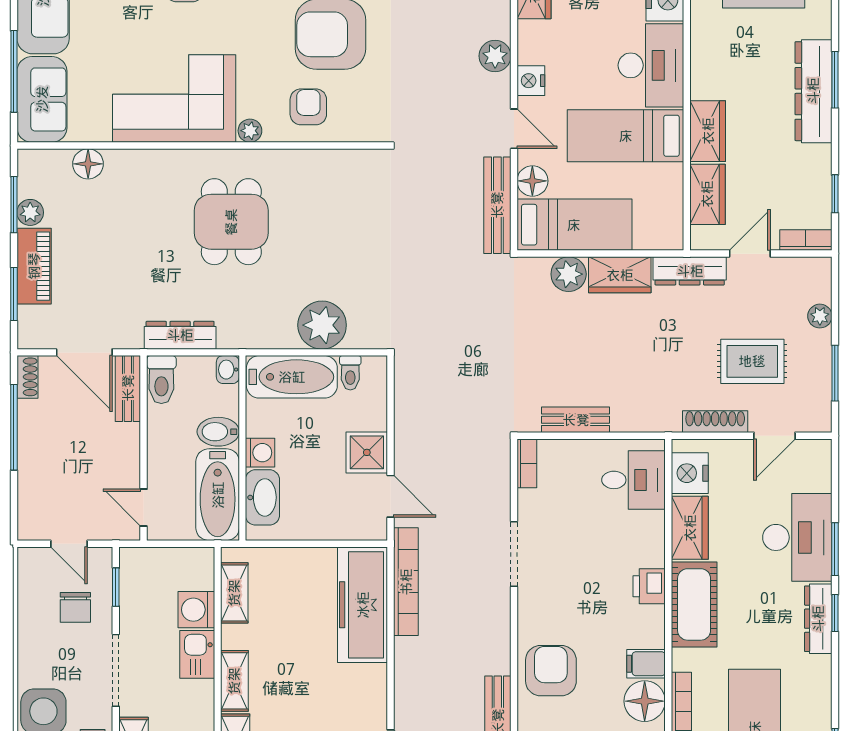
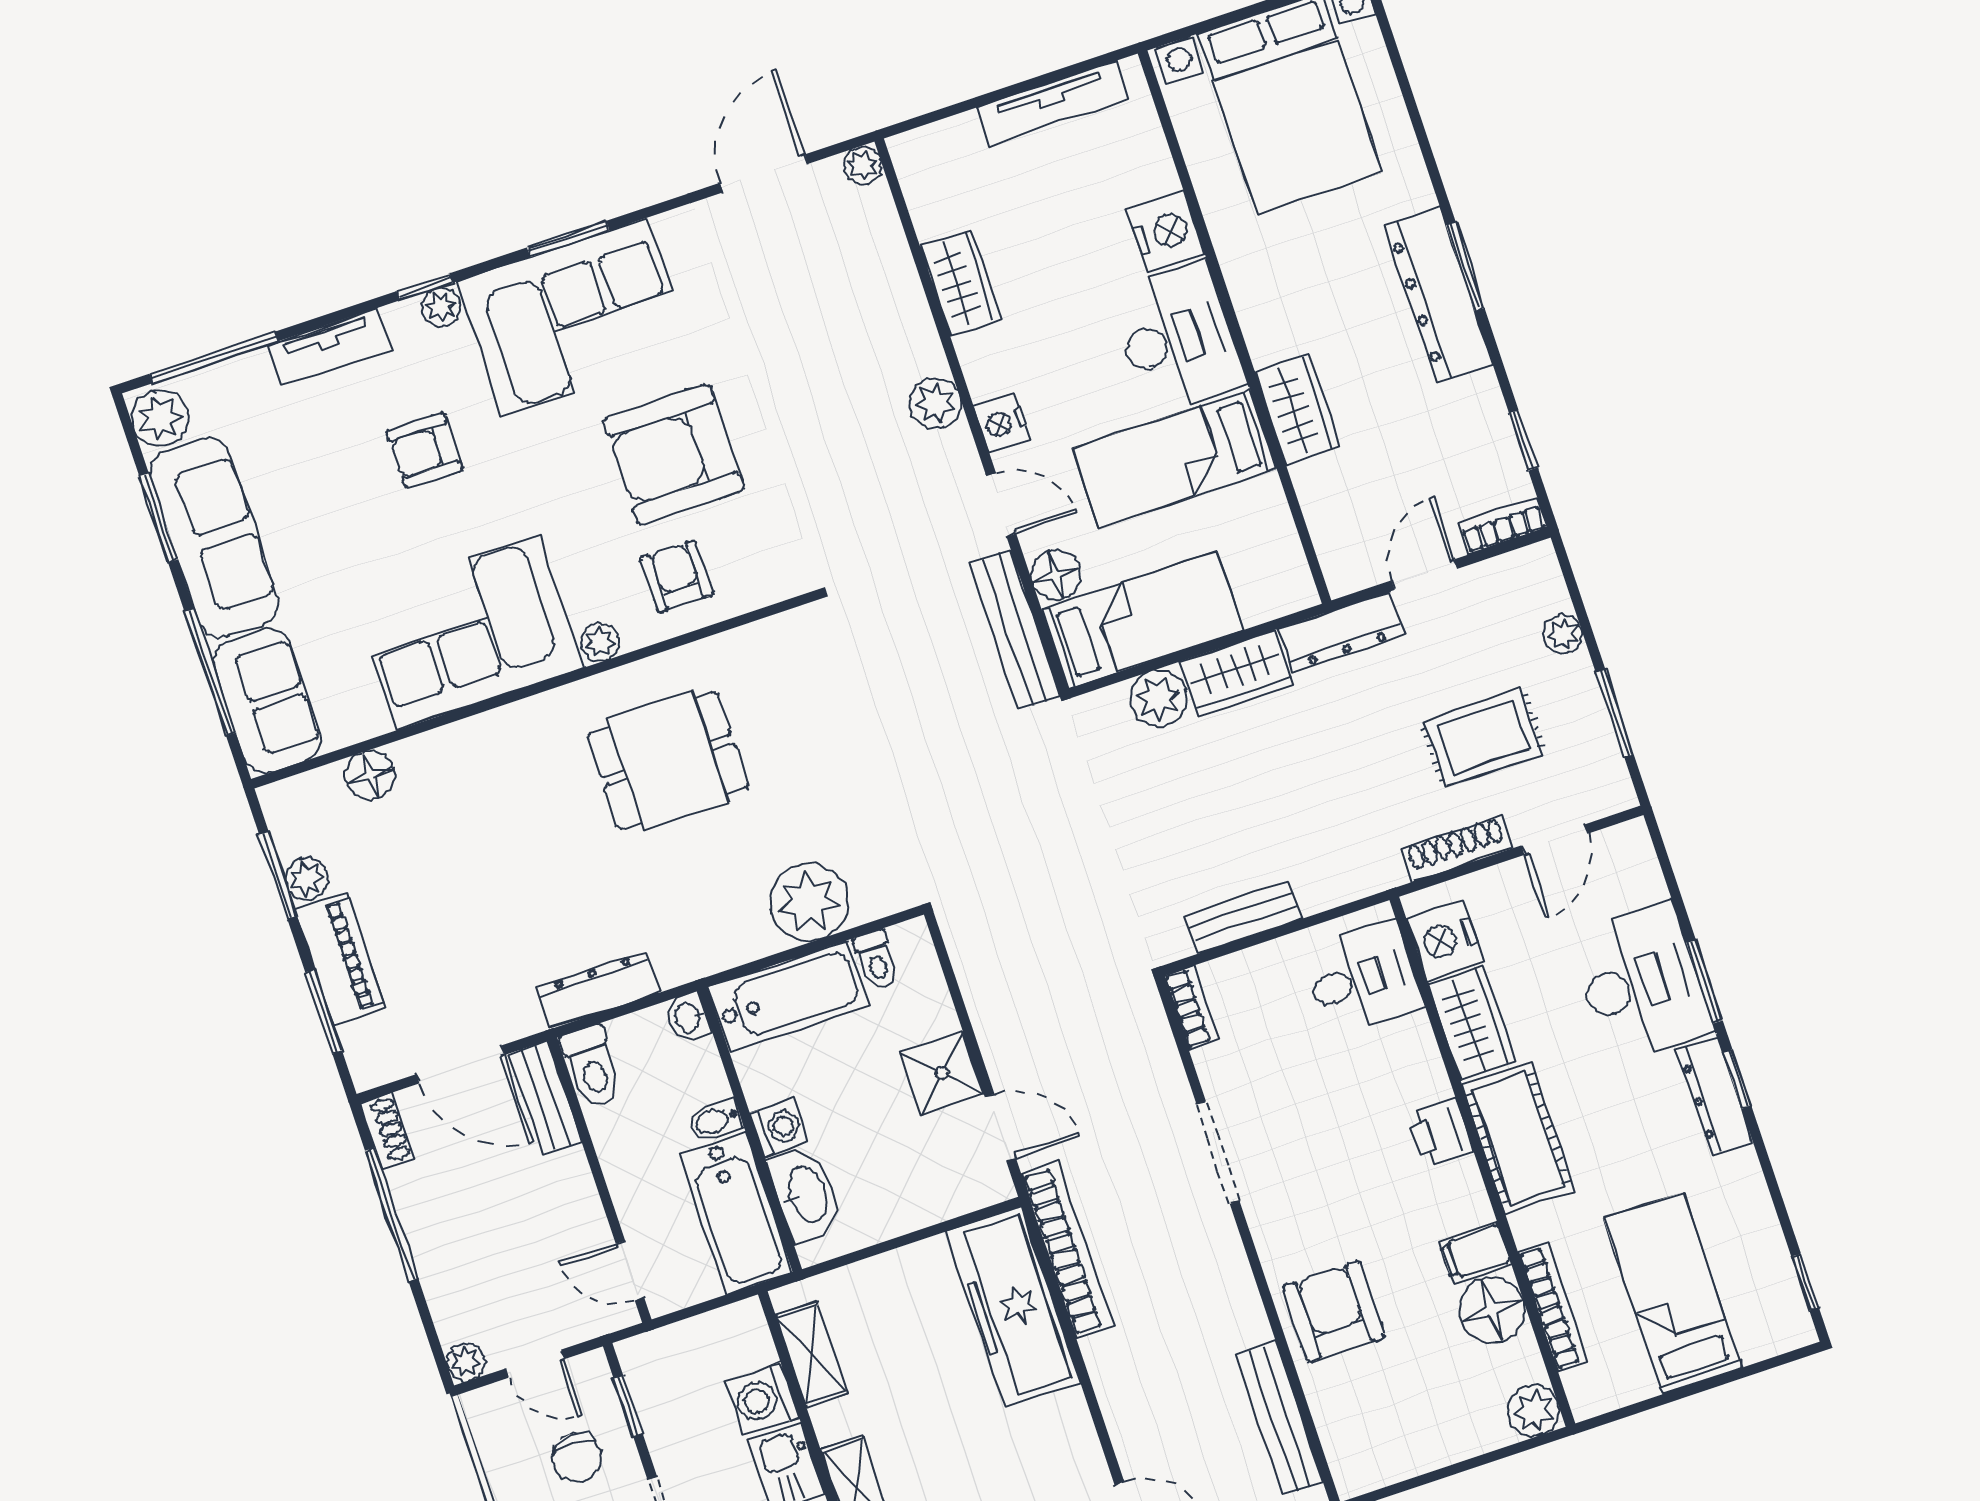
wardrobe: (707, 194) -> (1329, 506), removed
dining table: (231, 222) -> (668, 761), moved, turned 90
bidet: (218, 432) -> (716, 1120), width x0.72, depth x0.74
plant: (29, 529) -> (466, 1362), added

